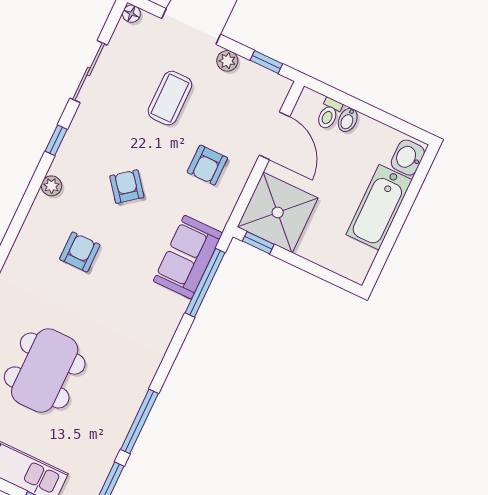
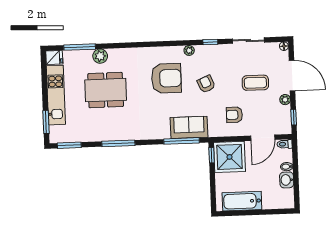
toilet: (329, 114) -> (285, 144), moved
washbasin: (408, 158) -> (287, 180), moved, turned -90
armchair: (127, 187) -> (206, 84), turned -75
bathtub: (379, 207) -> (242, 201), moved
armchair: (80, 252) -> (166, 78), width x1.88, depth x1.88
window: (139, 421) -> (118, 143), moved

